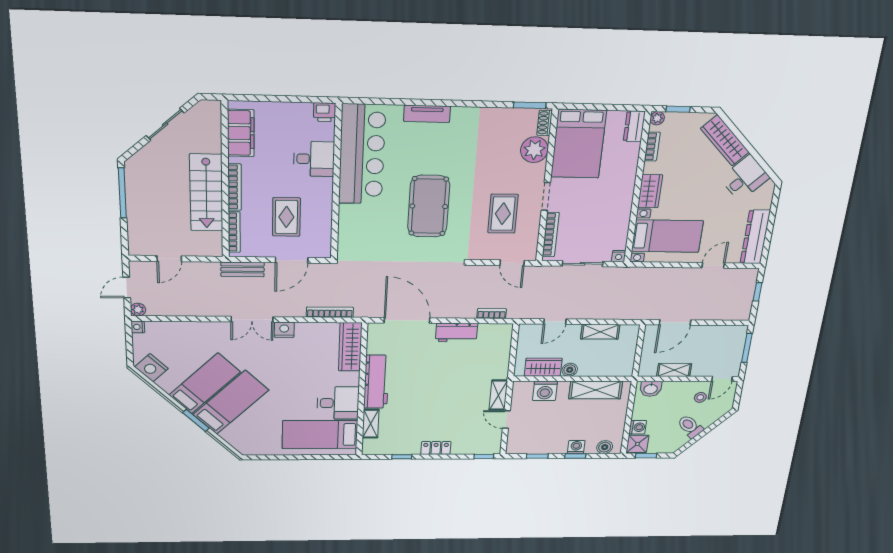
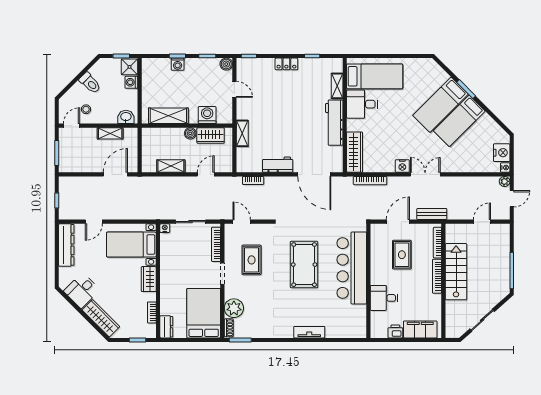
printer: (325, 112) -> (395, 331), moved
plant: (657, 118) -> (151, 333), removed
filing cabinet: (241, 133) -> (420, 329), moved, turned 90
bar counter: (362, 154) -> (352, 268), moved
nightstand: (151, 368) -> (502, 153), moved, turned 45
shelving: (498, 395) -> (242, 133), moved
boiler: (605, 447) -> (226, 64), moved

